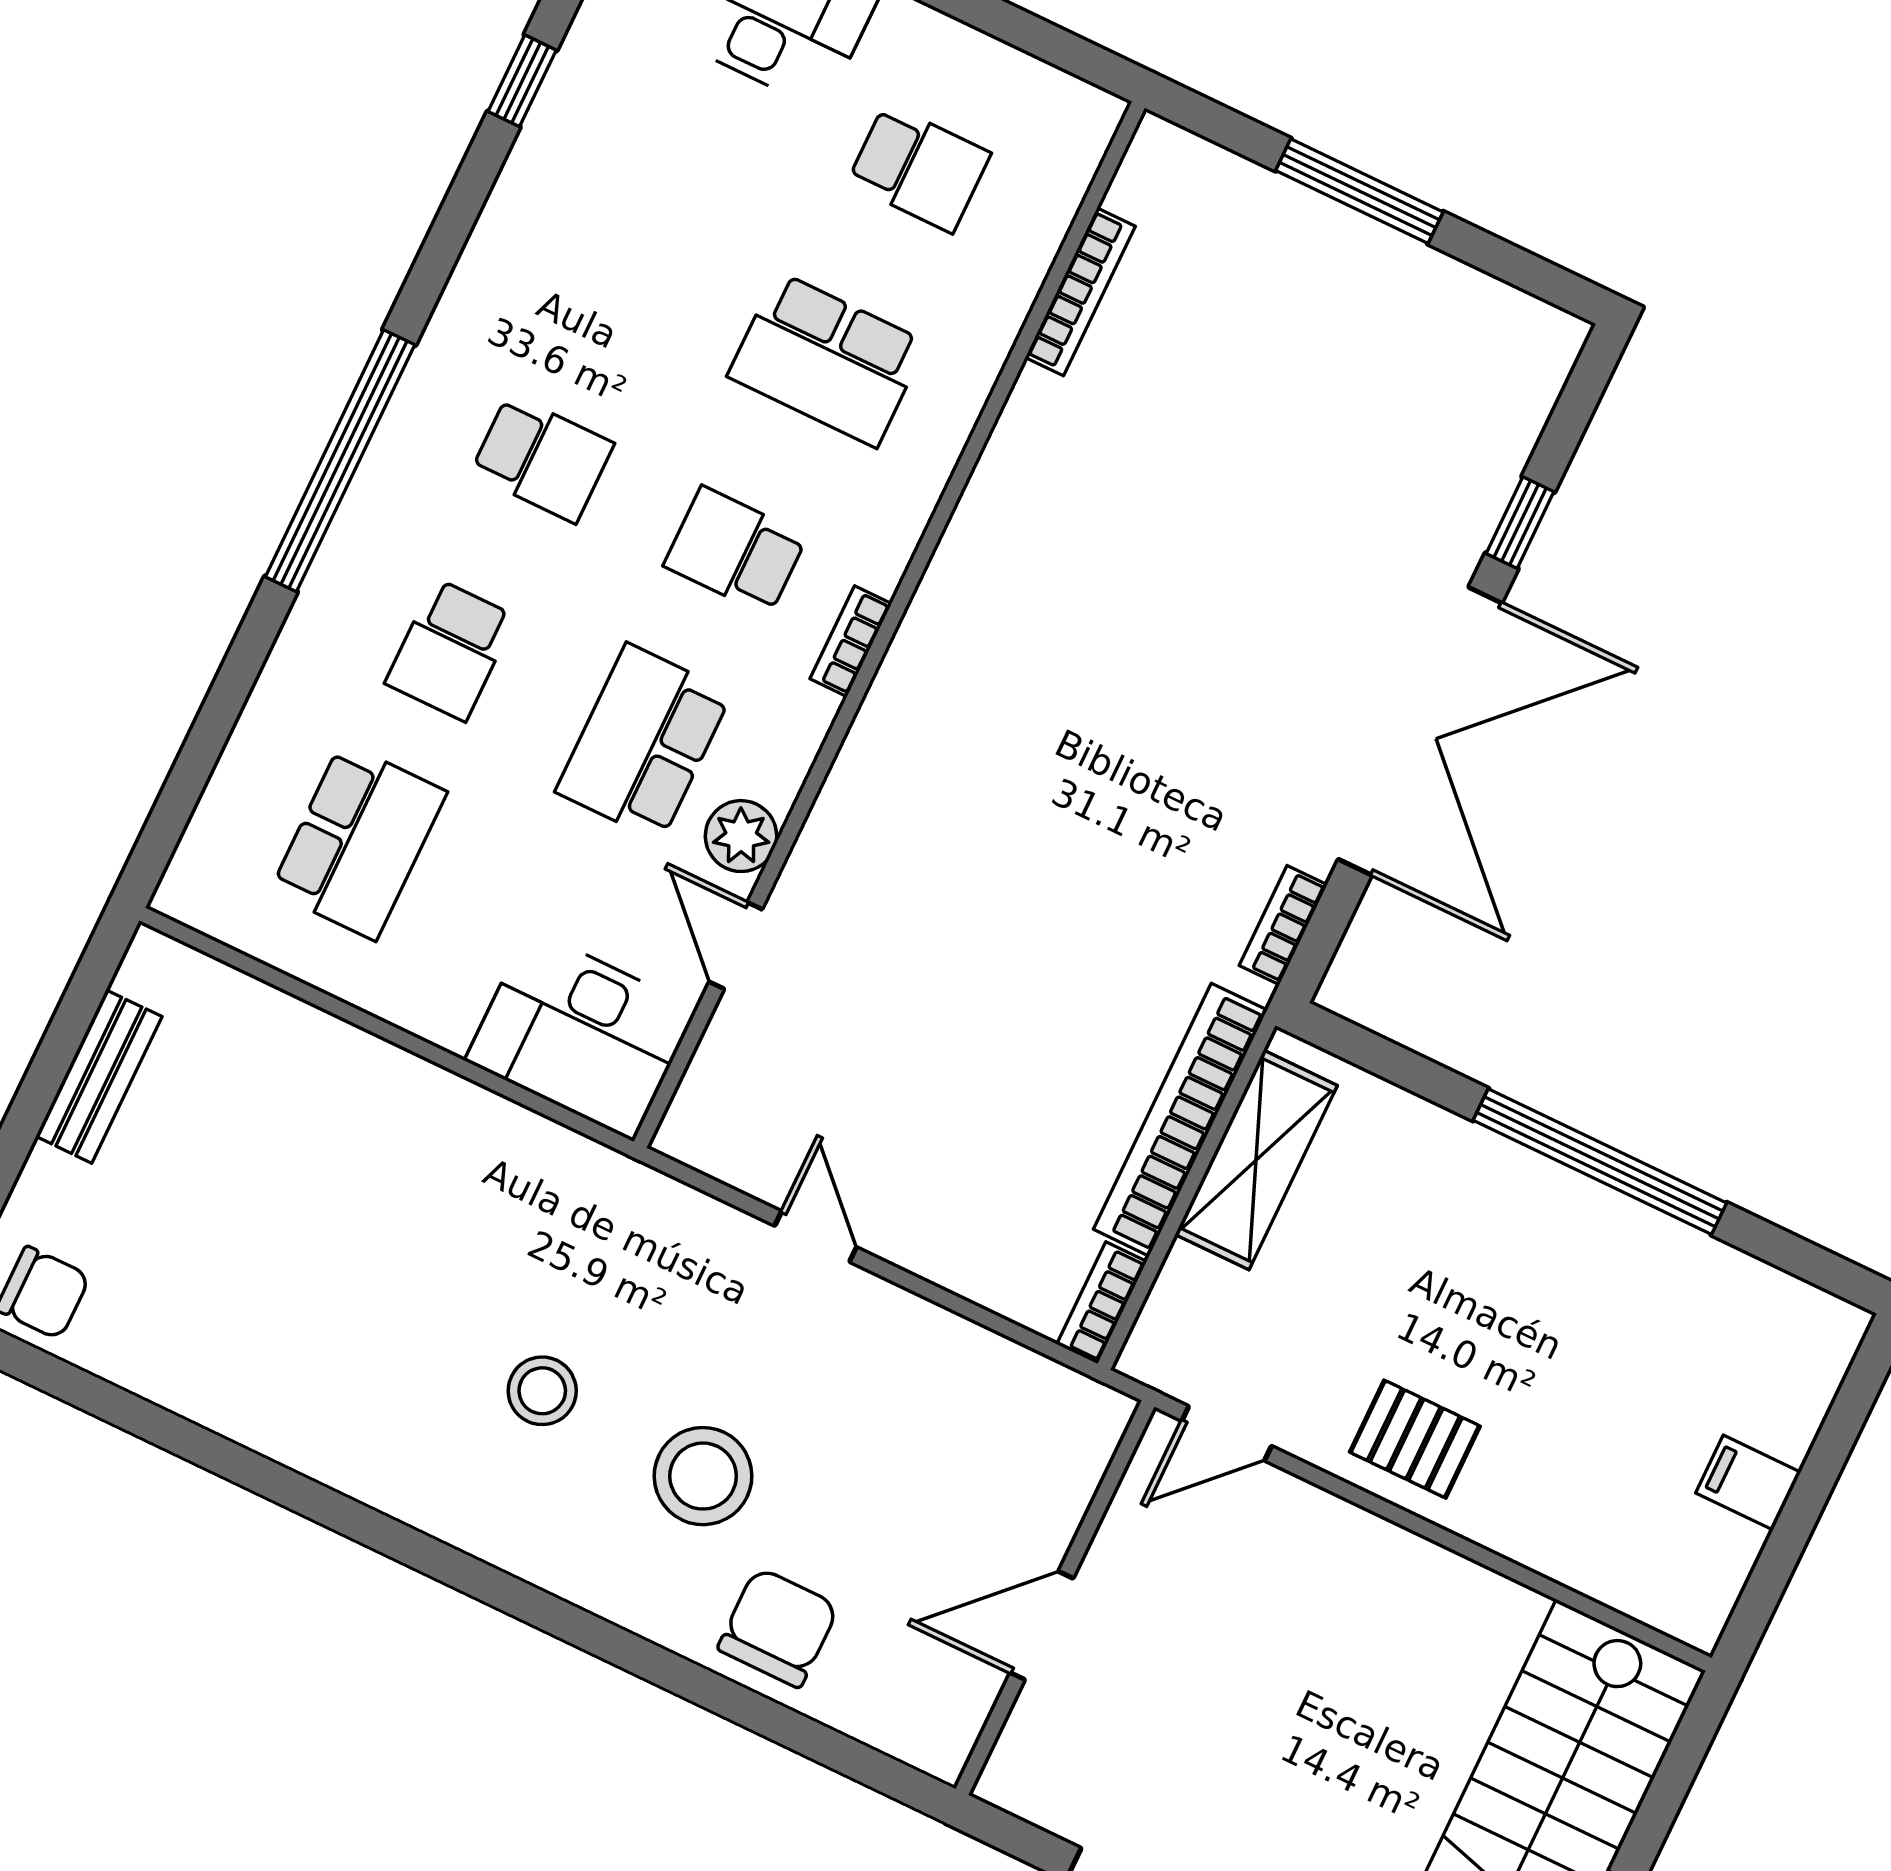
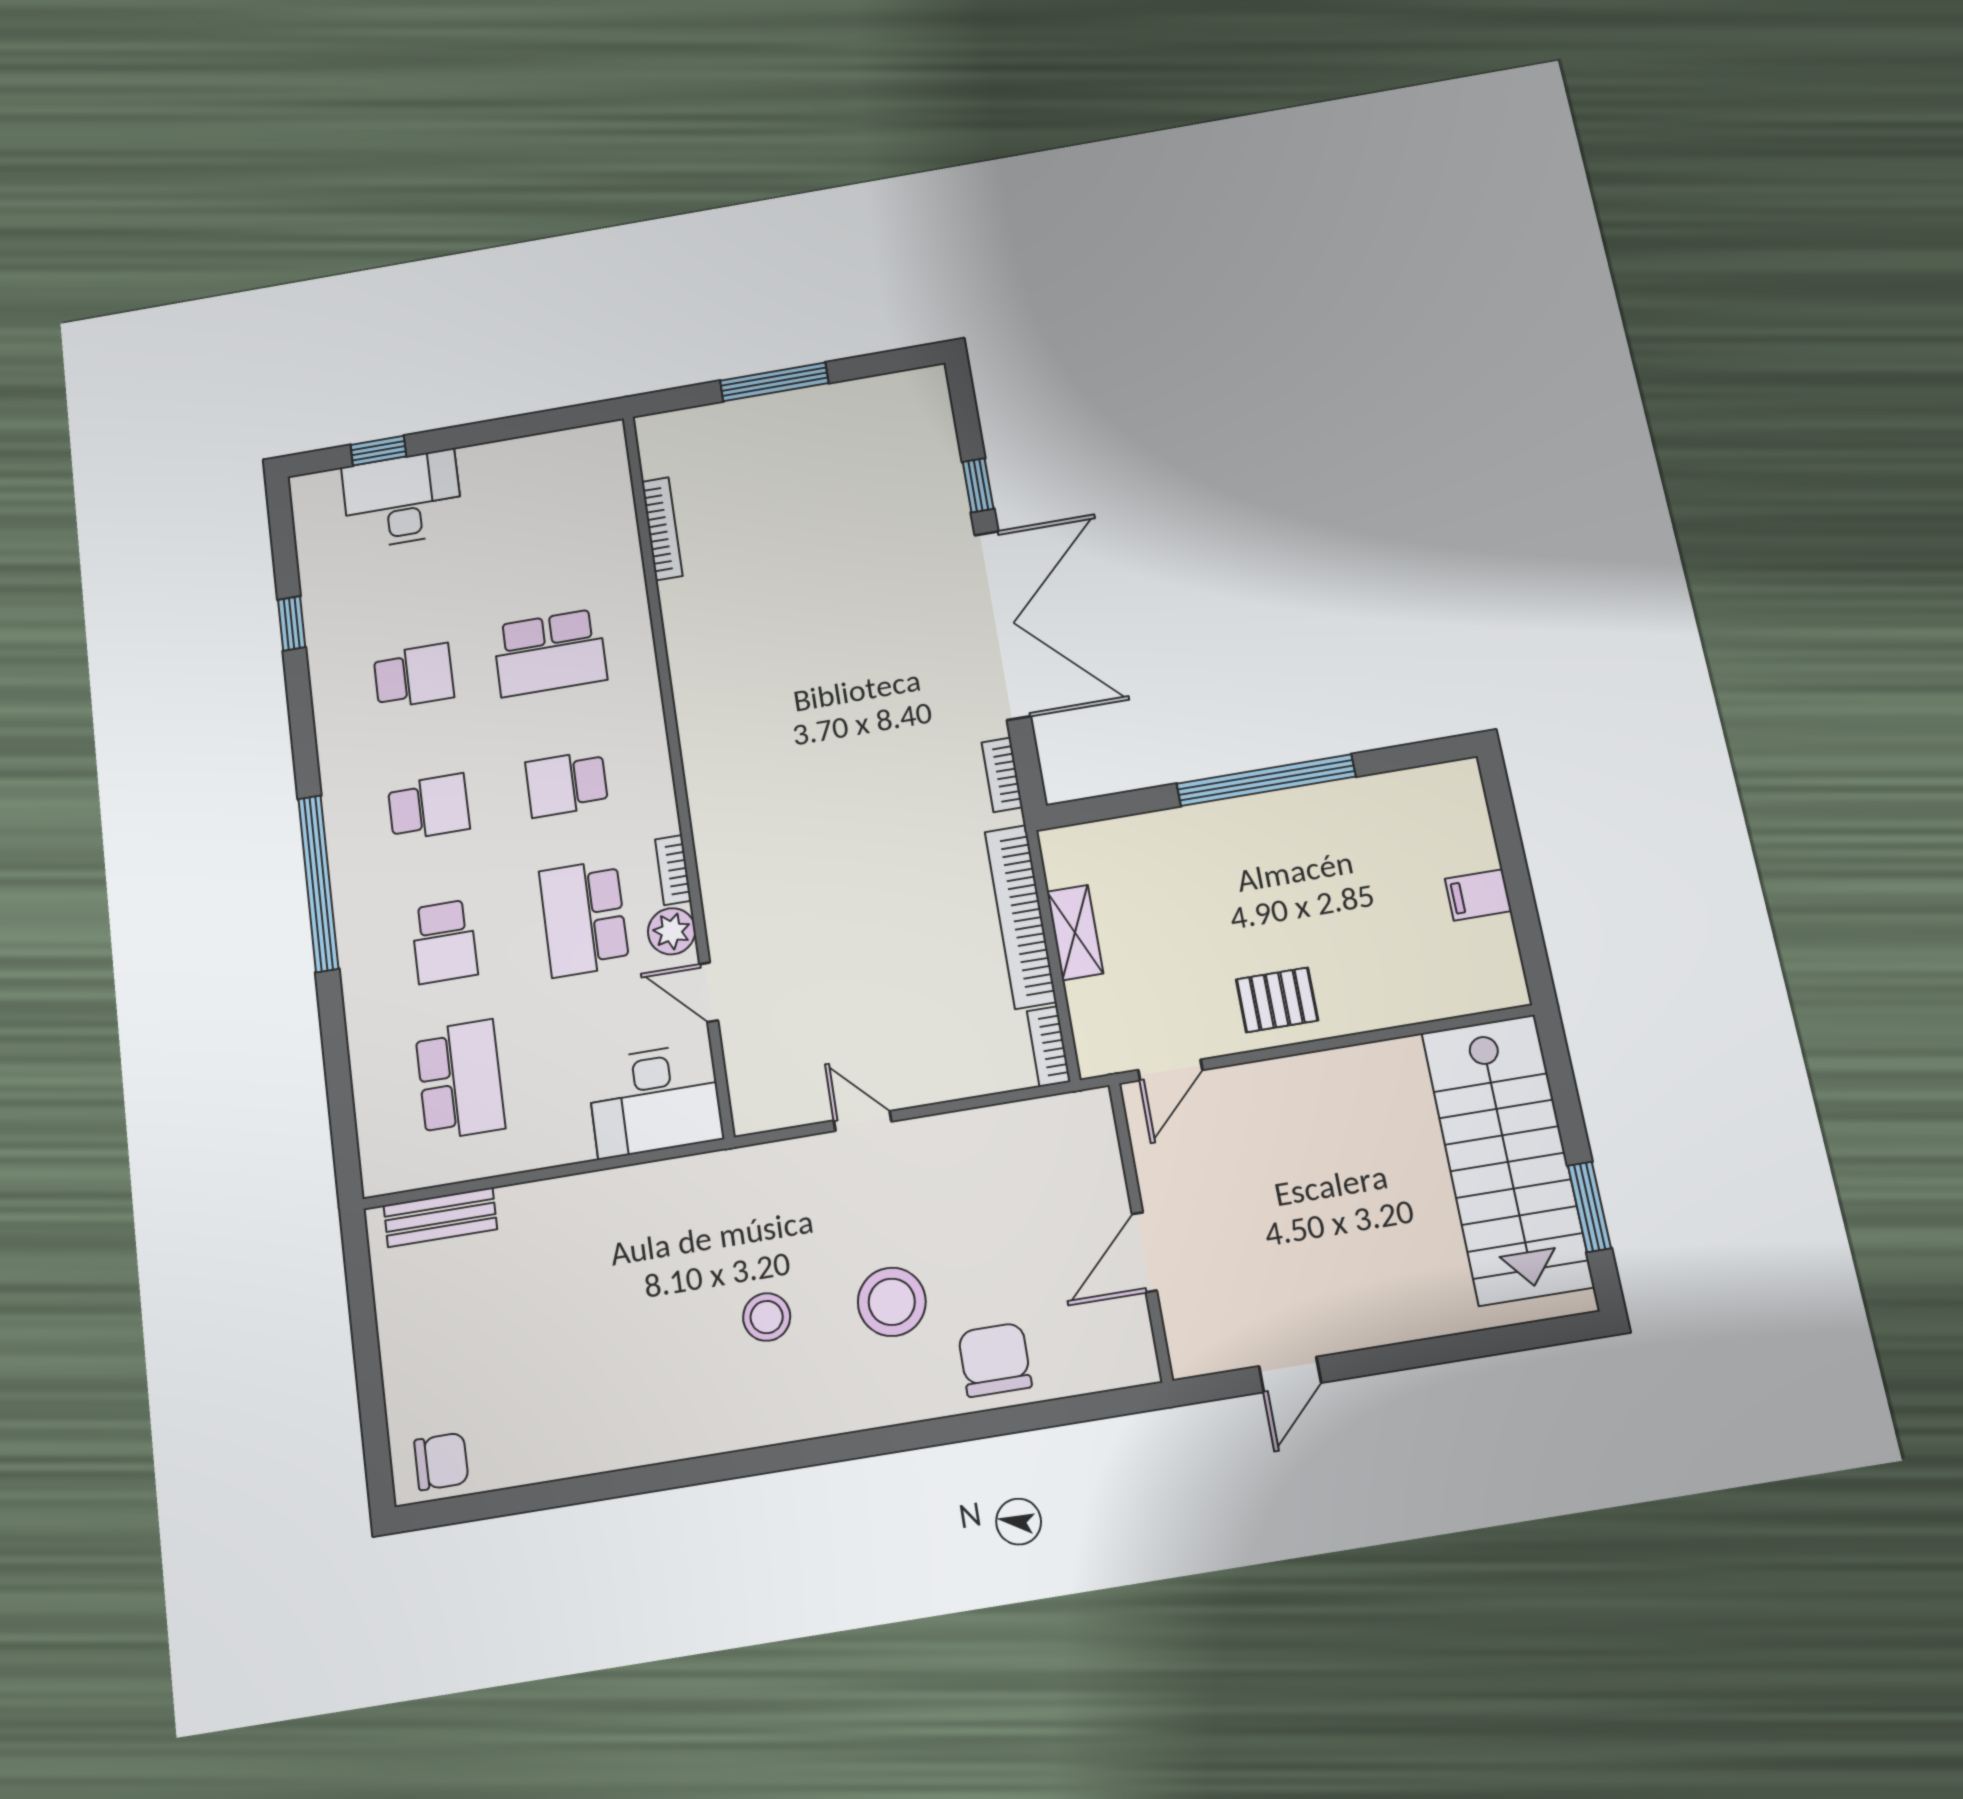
school desk: (919, 168) -> (414, 676), moved
bookcase: (851, 641) -> (673, 870), moved
bench: (99, 1076) -> (440, 1217), moved, turned 90
shelving: (1256, 1160) -> (1075, 932), width x0.67, depth x0.75

